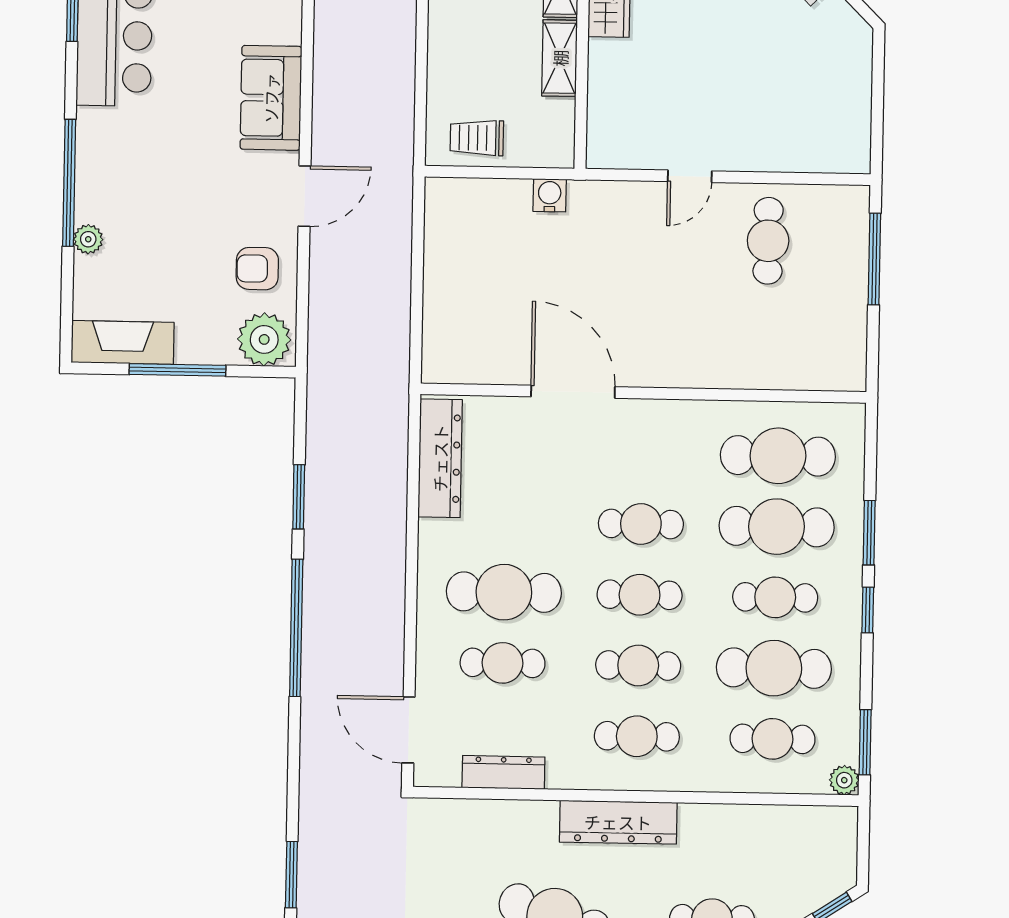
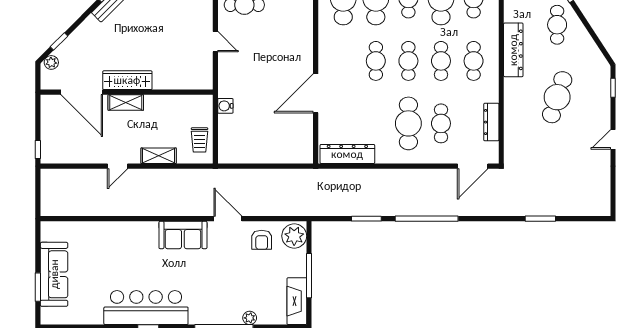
shelving: (560, 58) -> (159, 156), moved
dresser: (618, 822) -> (513, 50), moved

